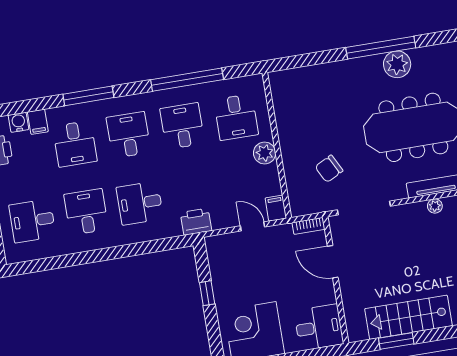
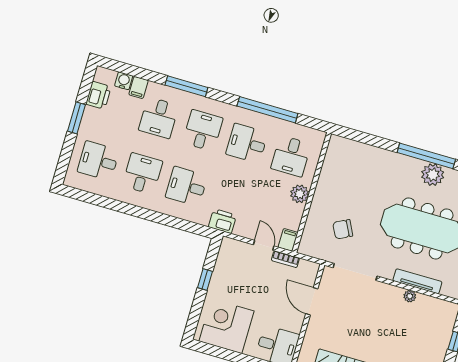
desk: (182, 126) -> (247, 143), turned -90
bookcase: (309, 226) -> (285, 259), moved

